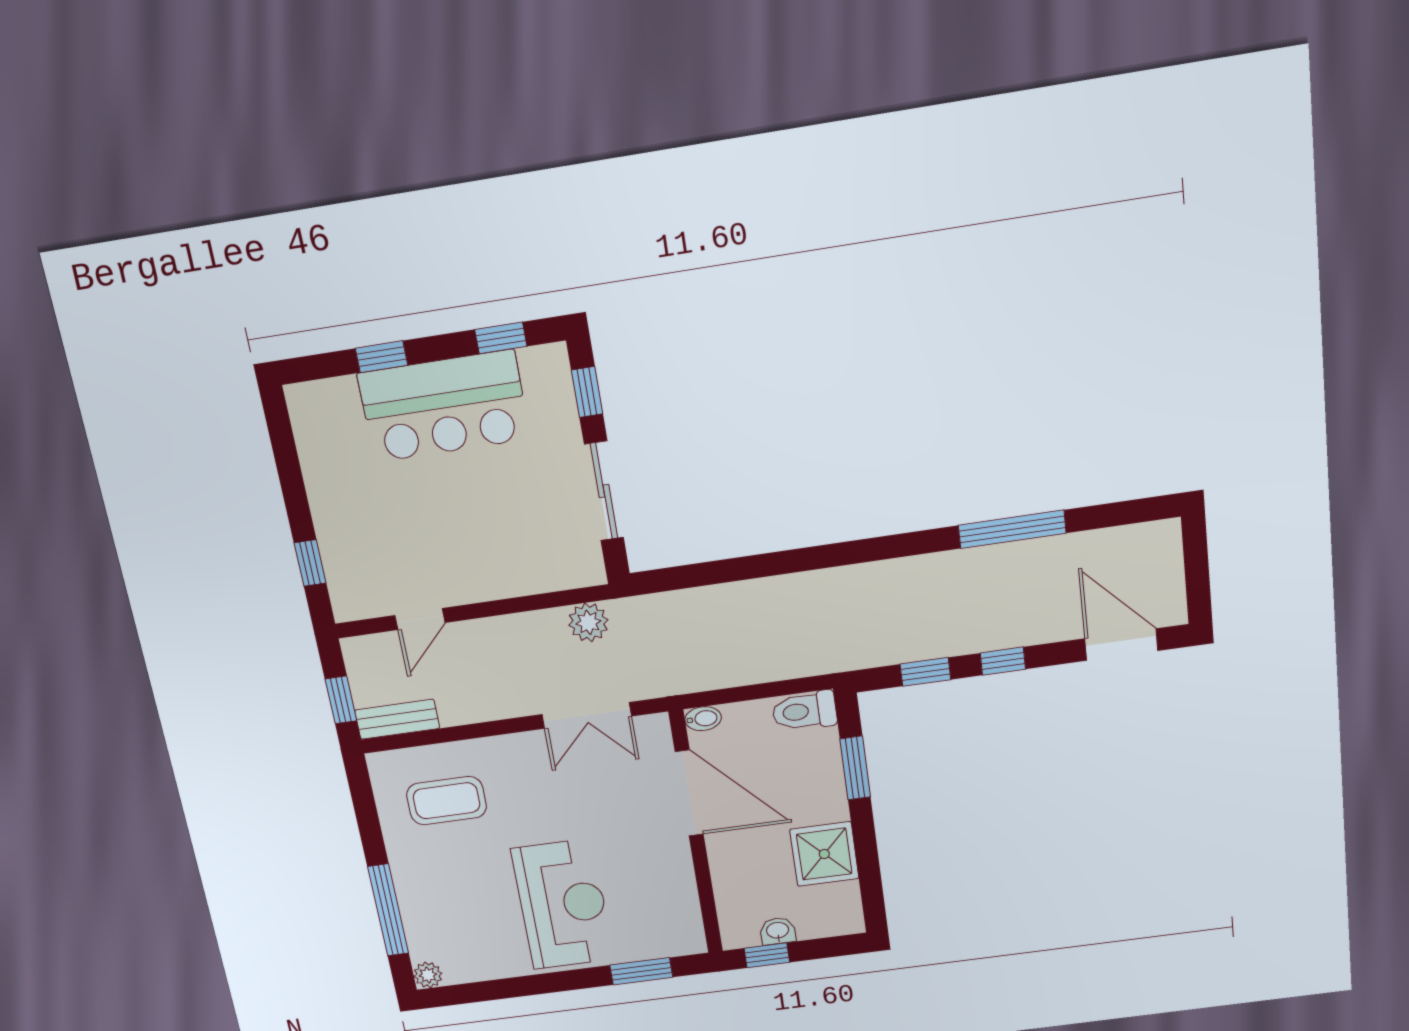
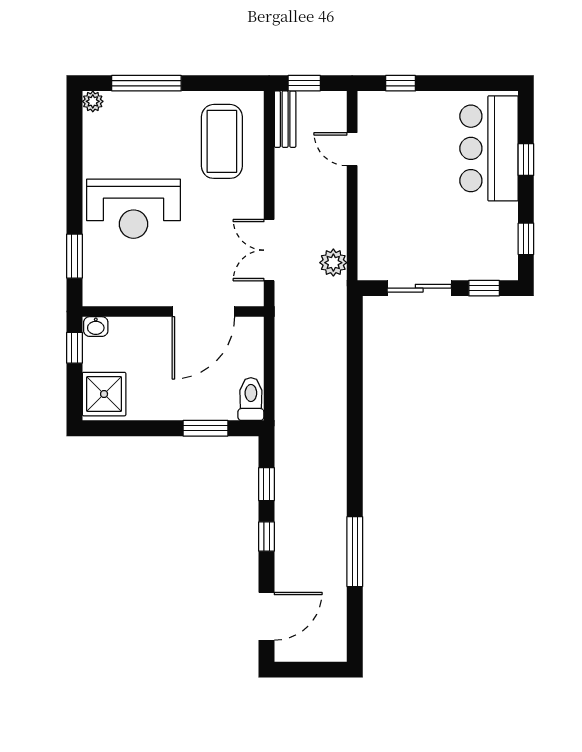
bar counter: (444, 406) -> (489, 148), moved
bidet: (703, 719) -> (255, 329), removed
coffee table: (447, 801) -> (222, 141), width x1.36, depth x1.32
shower: (824, 854) -> (104, 394), moved
washbasin: (778, 931) -> (96, 327), moved, turned 90

